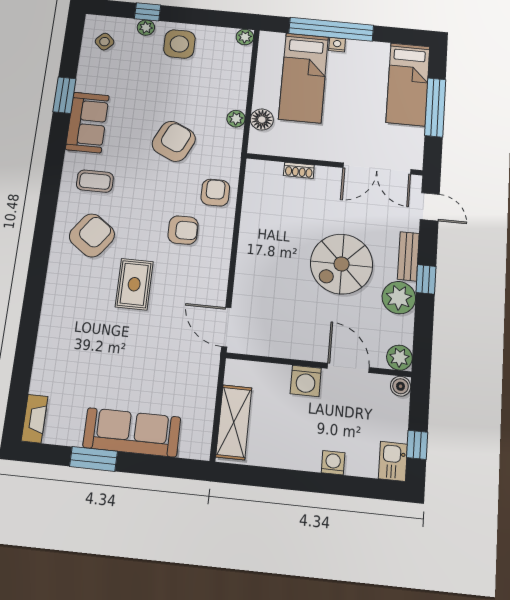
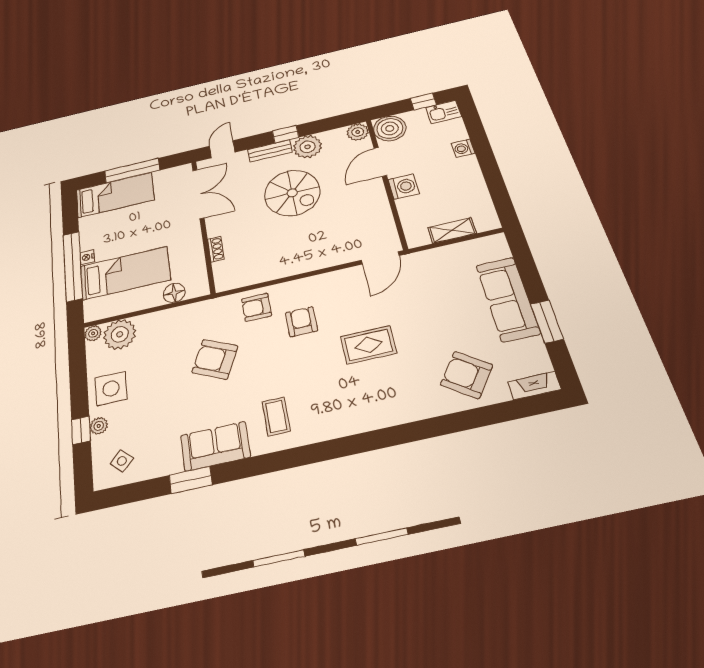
plant: (236, 119) -> (120, 334), moved, width x1.87, depth x1.87
armchair: (92, 235) -> (467, 375), moved
boiler: (401, 386) -> (390, 128), width x1.86, depth x1.86
shelving: (234, 422) -> (452, 230), width x0.67, depth x0.75

